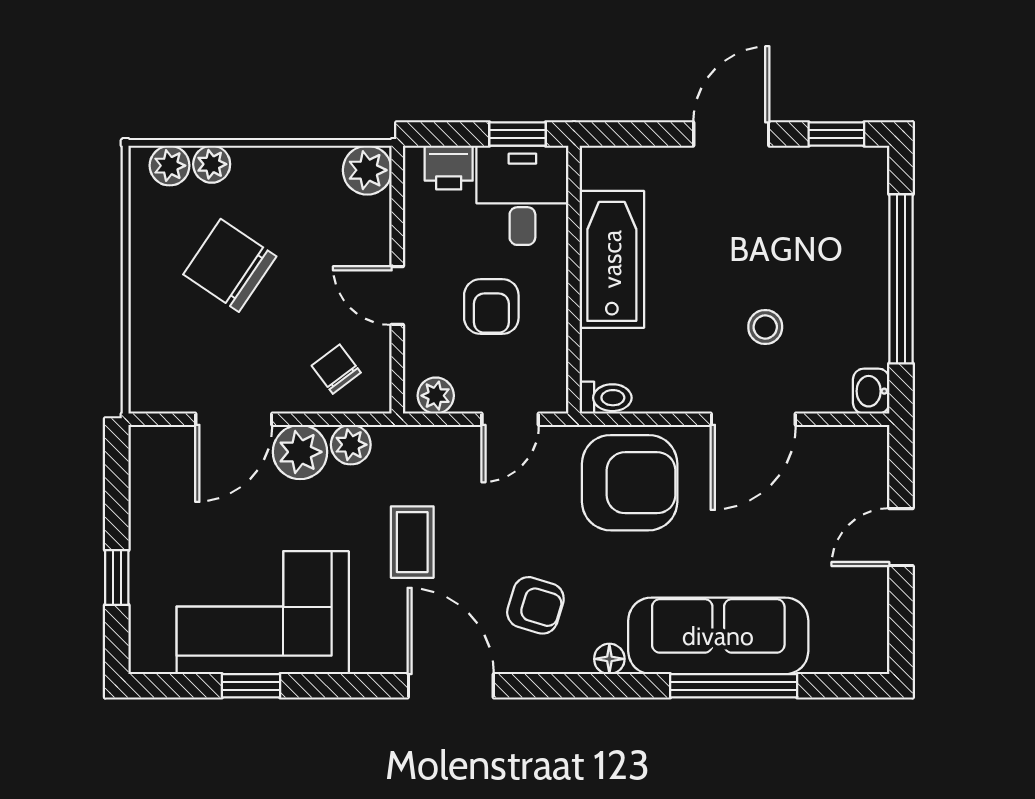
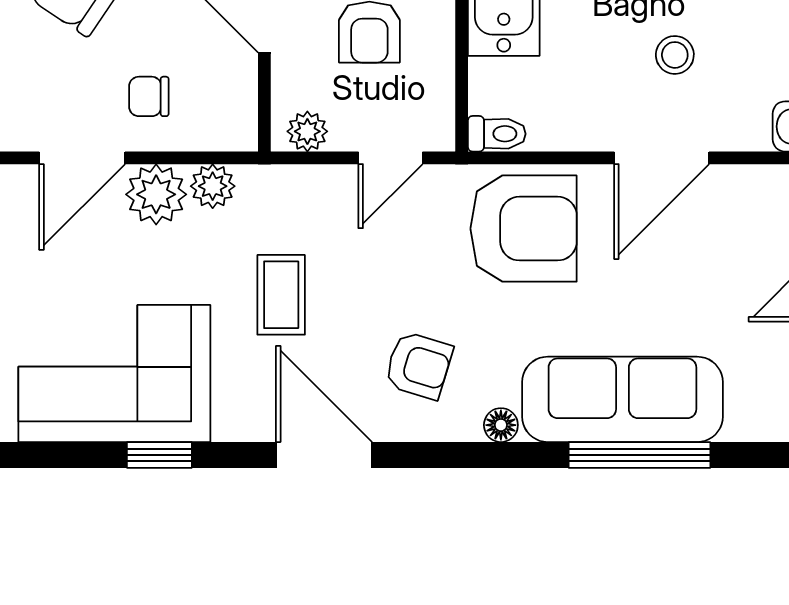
chair: (336, 369) -> (149, 96), moved, turned -53
window: (251, 686) -> (159, 455), moved

